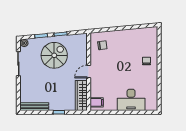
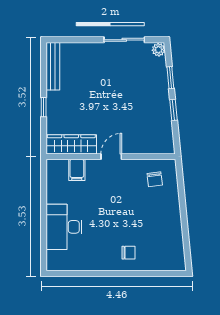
spiral stairs: (54, 55) -> (138, 99), removed
door: (89, 71) -> (111, 157), hinge flipped
filing cabinet: (97, 102) -> (77, 170), moved

